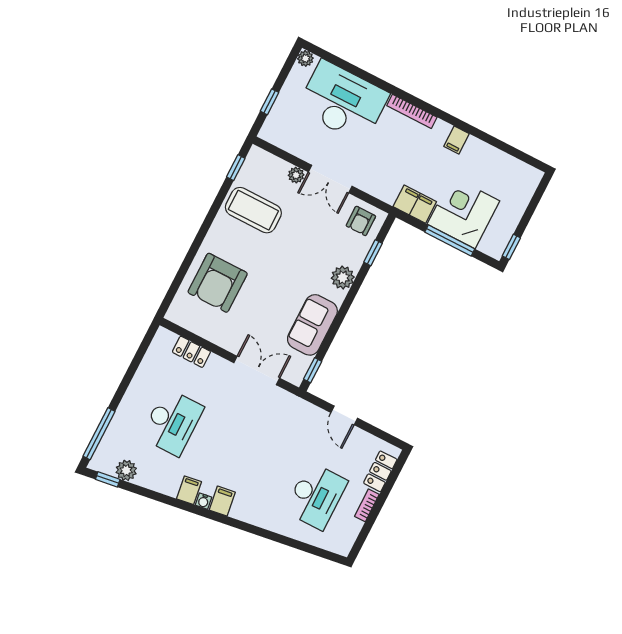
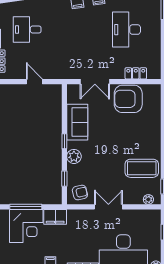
plant: (296, 175) -> (148, 199), moved
armchair: (361, 221) -> (80, 193), turned 77
armchair: (218, 283) -> (128, 99), moved, turned -90
window: (313, 370) -> (64, 141), moved
desk: (316, 496) -> (27, 30), width x0.73

